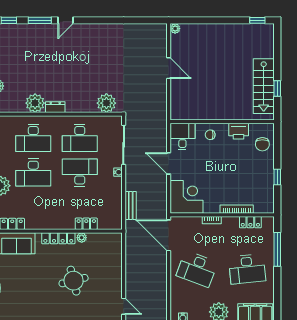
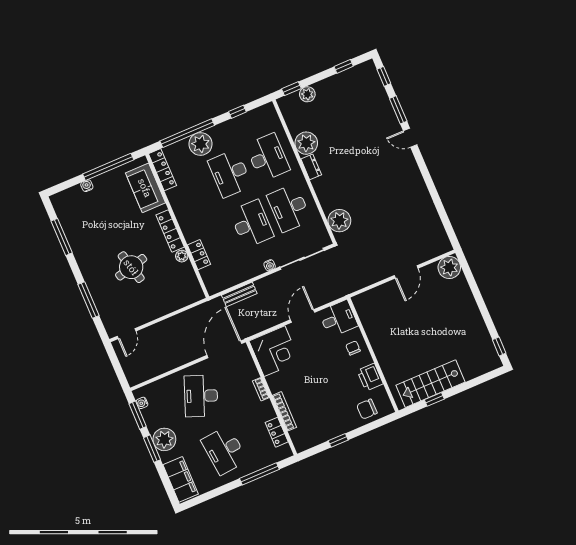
plant: (175, 29) -> (449, 267), width x1.87, depth x1.87
desk: (33, 138) -> (268, 157), turned 180

